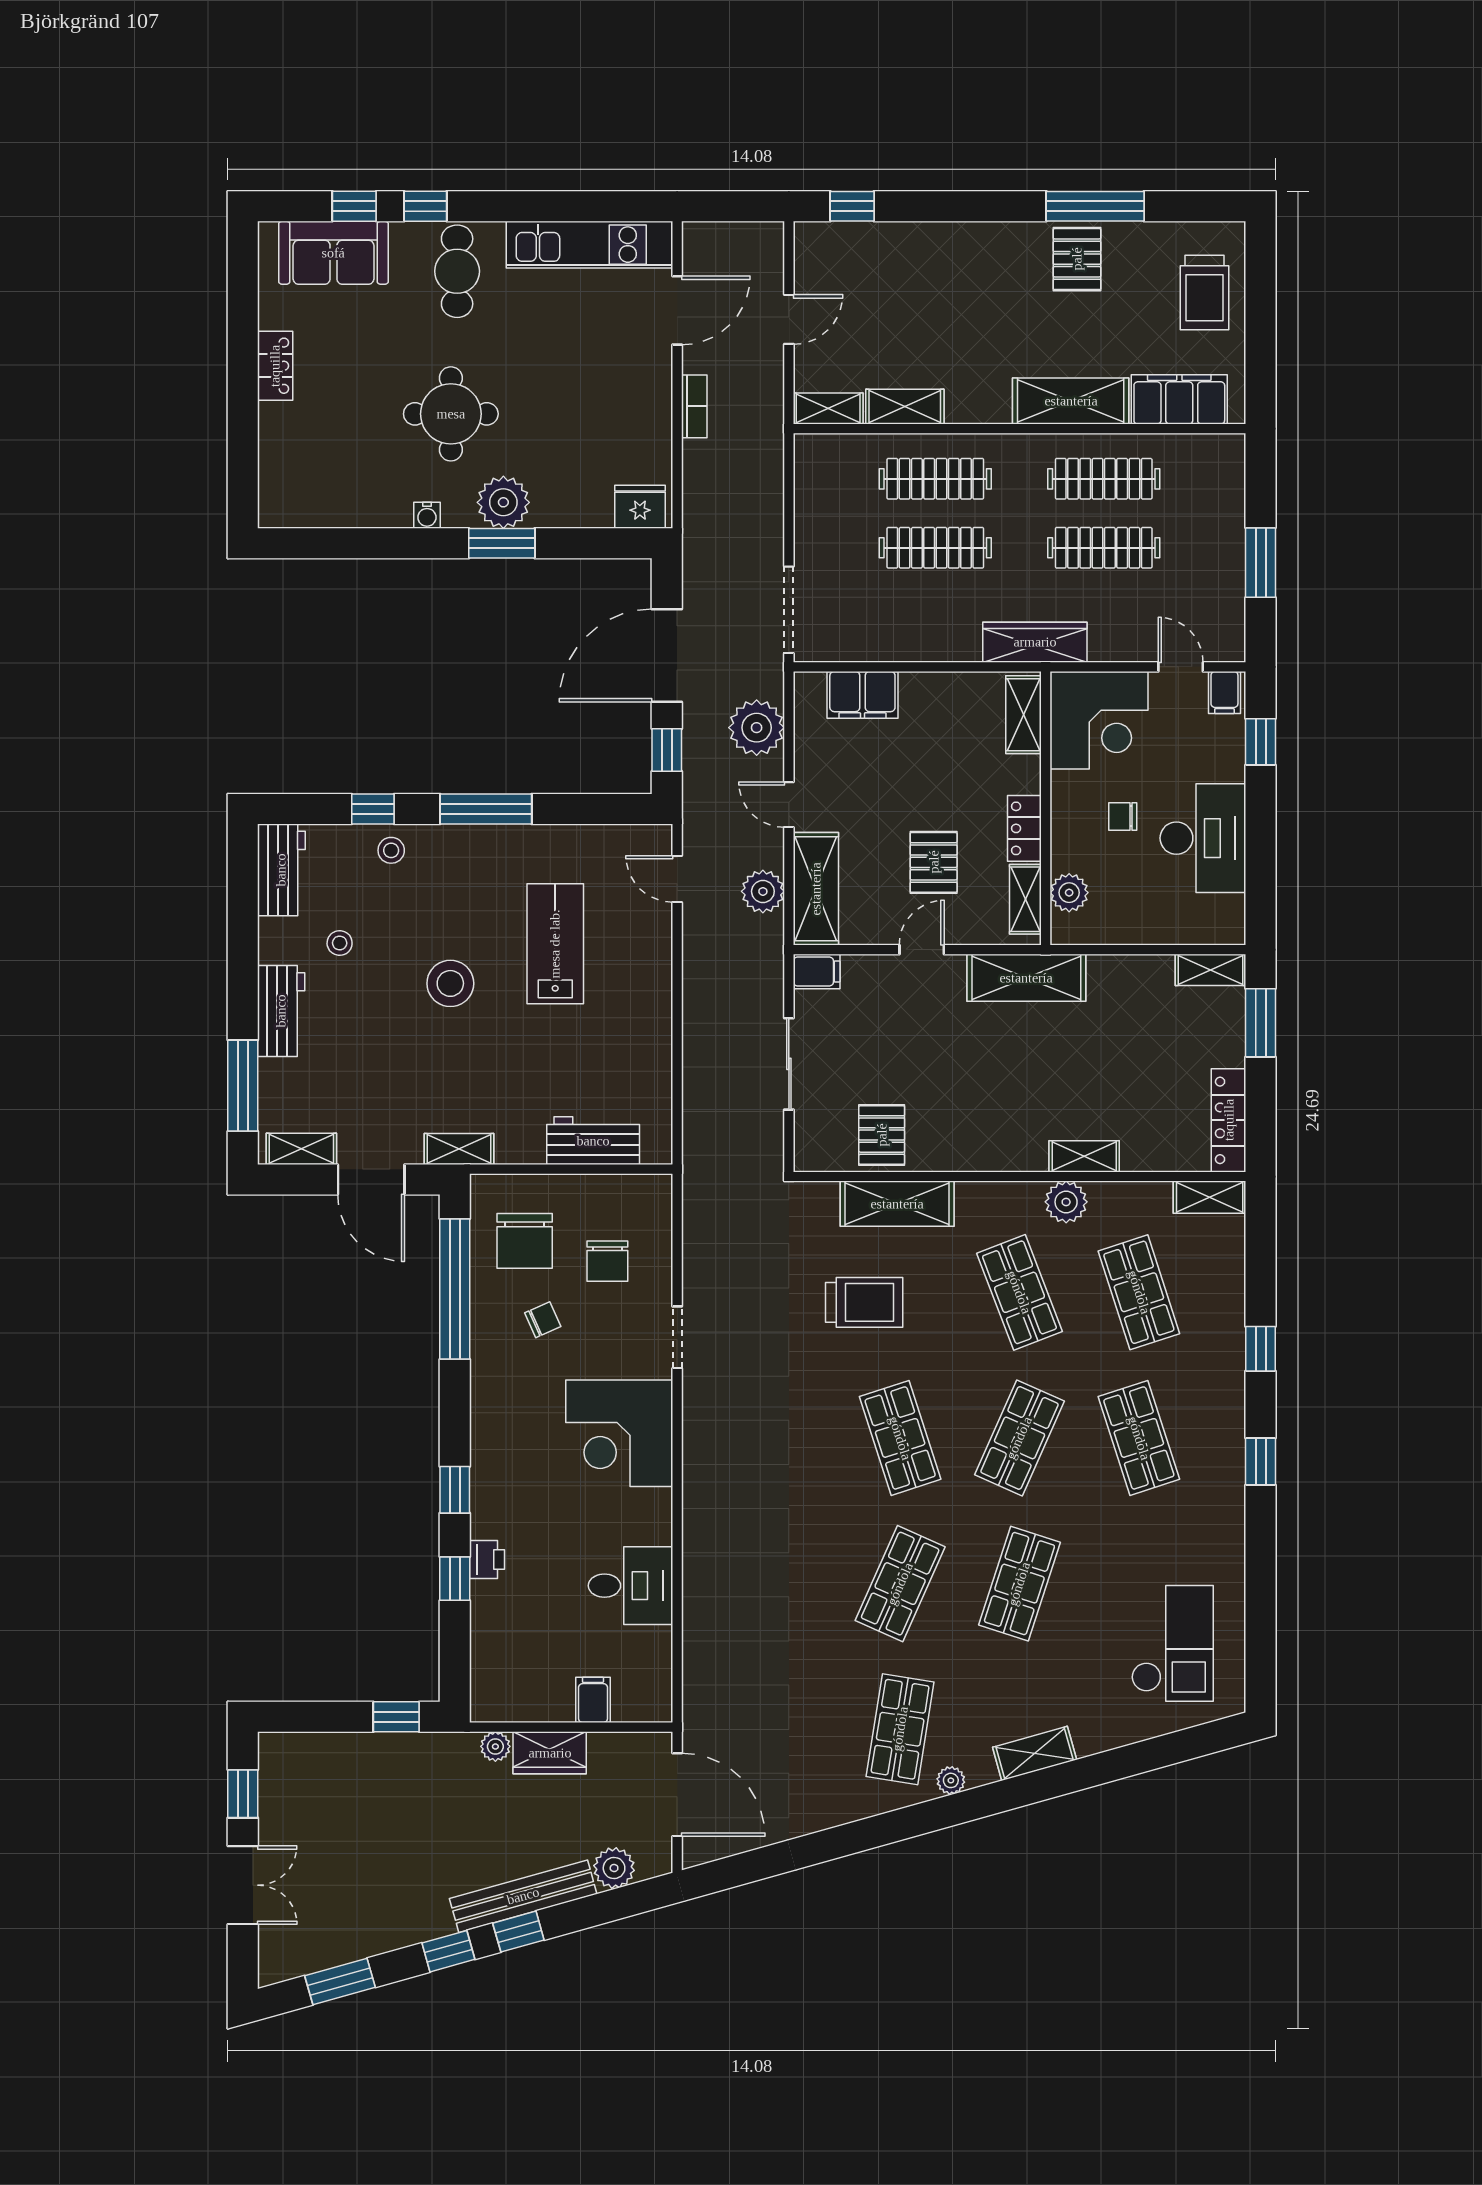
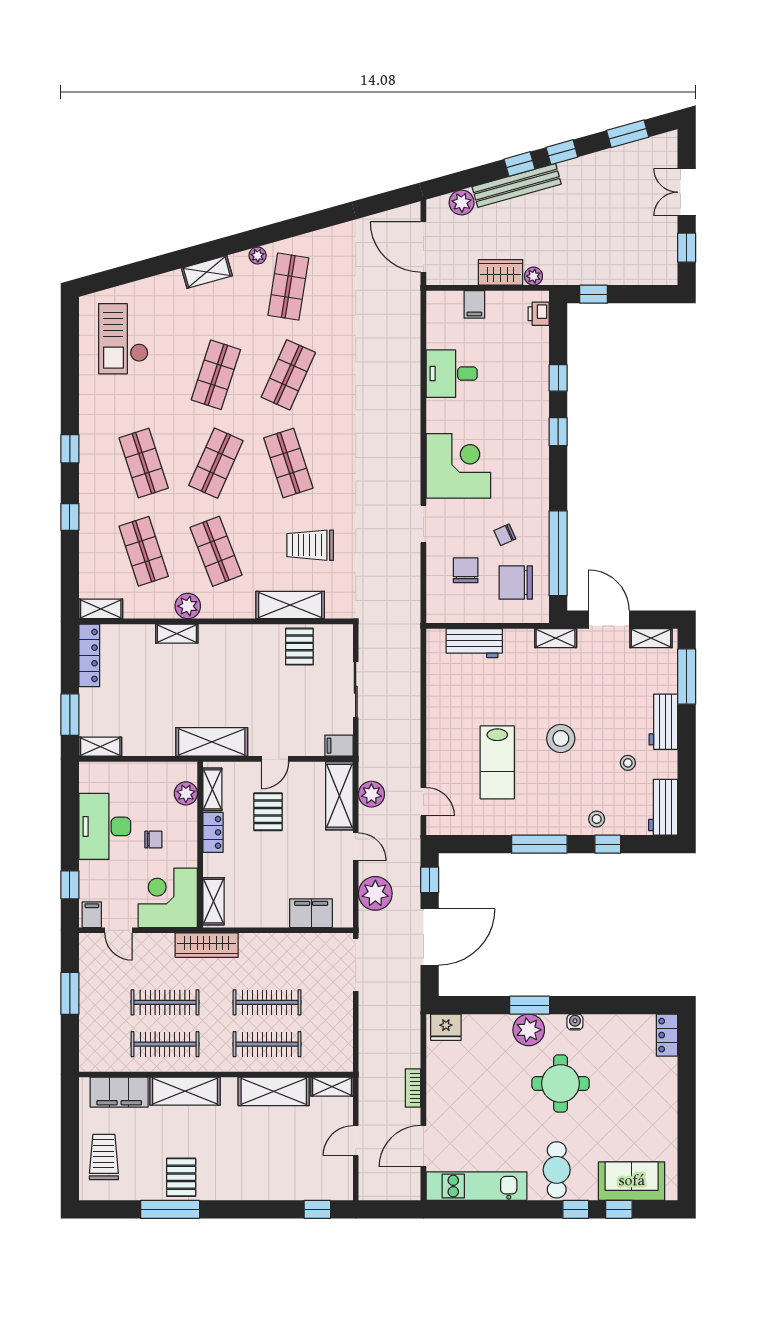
locker: (275, 366) -> (667, 1035), moved
shelving: (905, 407) -> (274, 1091), width x1.50, depth x1.33
chair: (525, 1241) -> (516, 582), turned -90
printer: (487, 1560) -> (539, 314), moved

